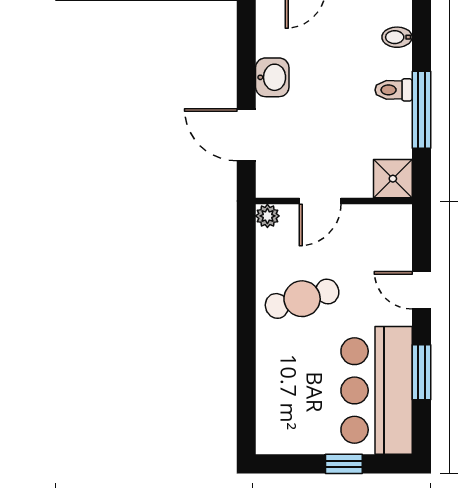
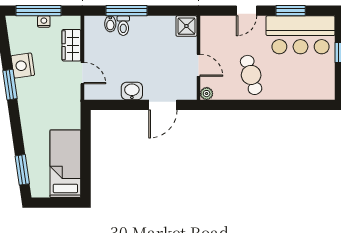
toilet: (394, 90) -> (123, 26), moved
window: (422, 110) -> (127, 11), moved

